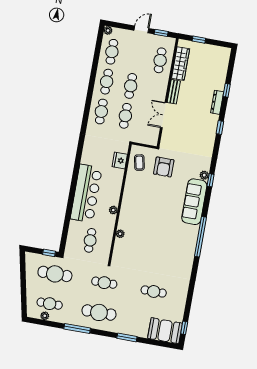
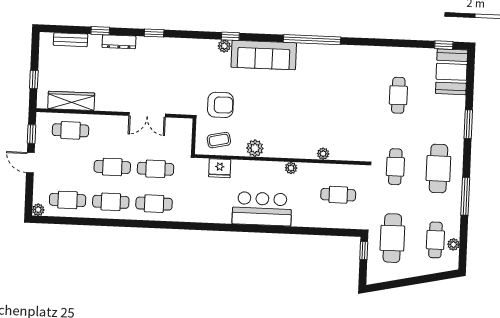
bench: (174, 92) -> (71, 40), moved
plant: (130, 187) -> (255, 148), added
bar counter: (86, 193) -> (262, 209), width x0.73

